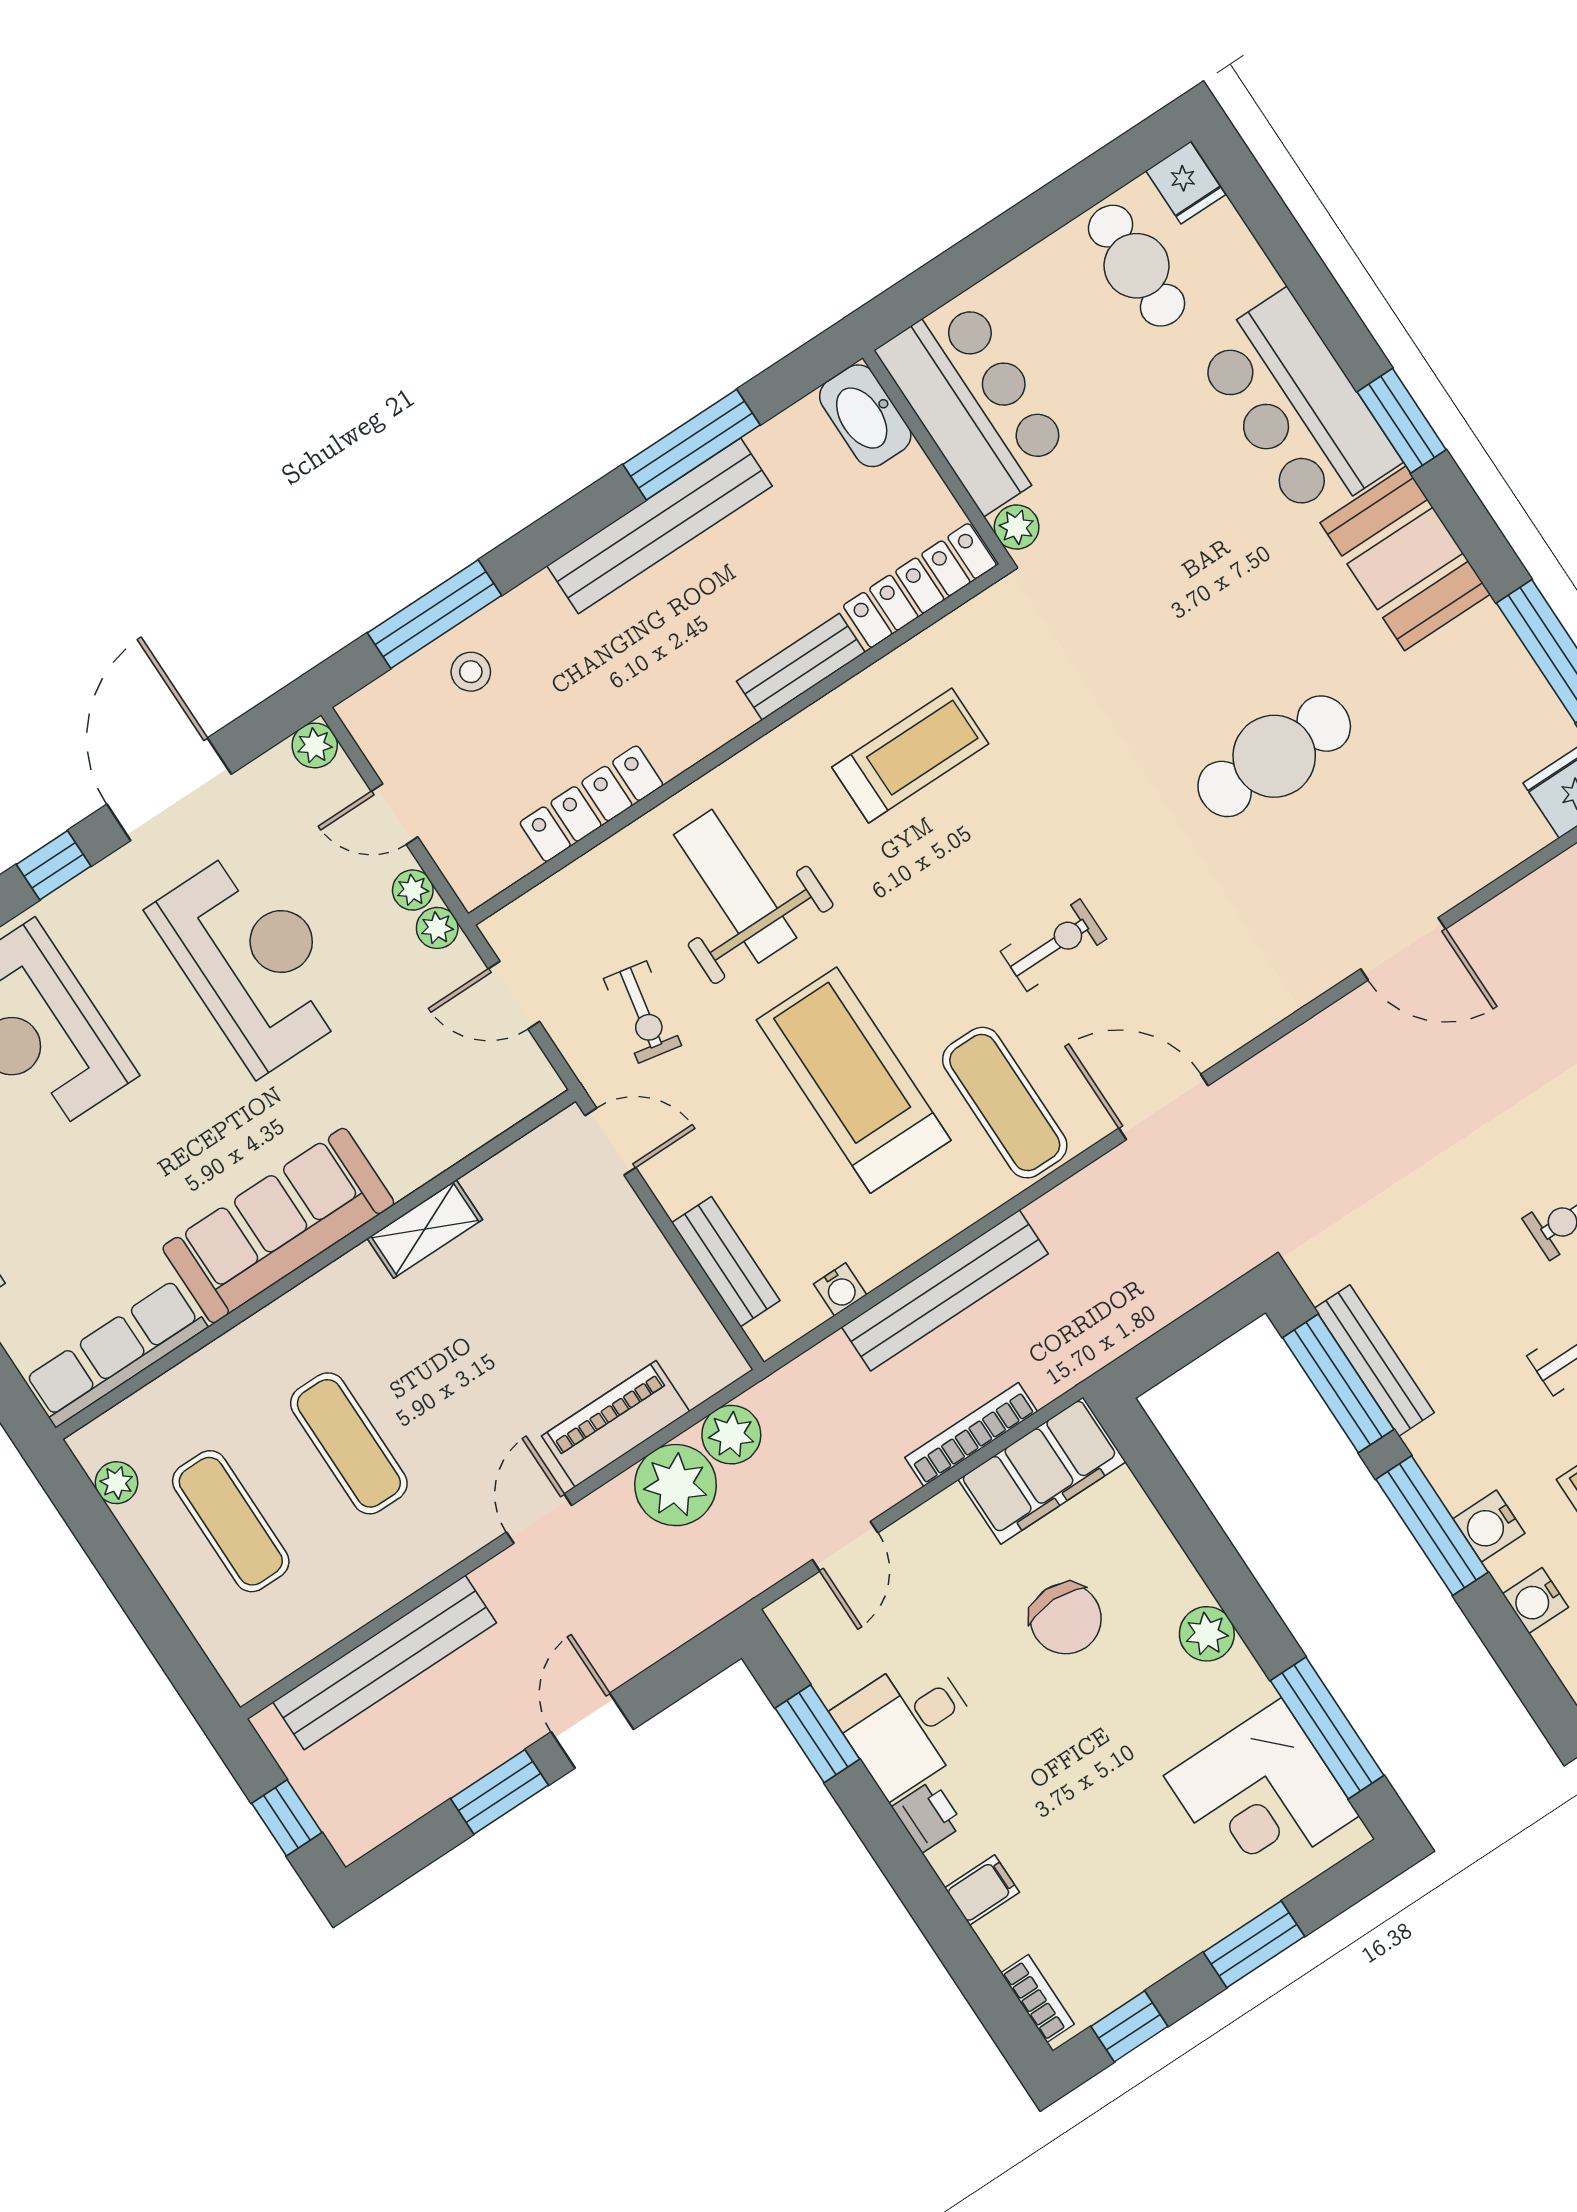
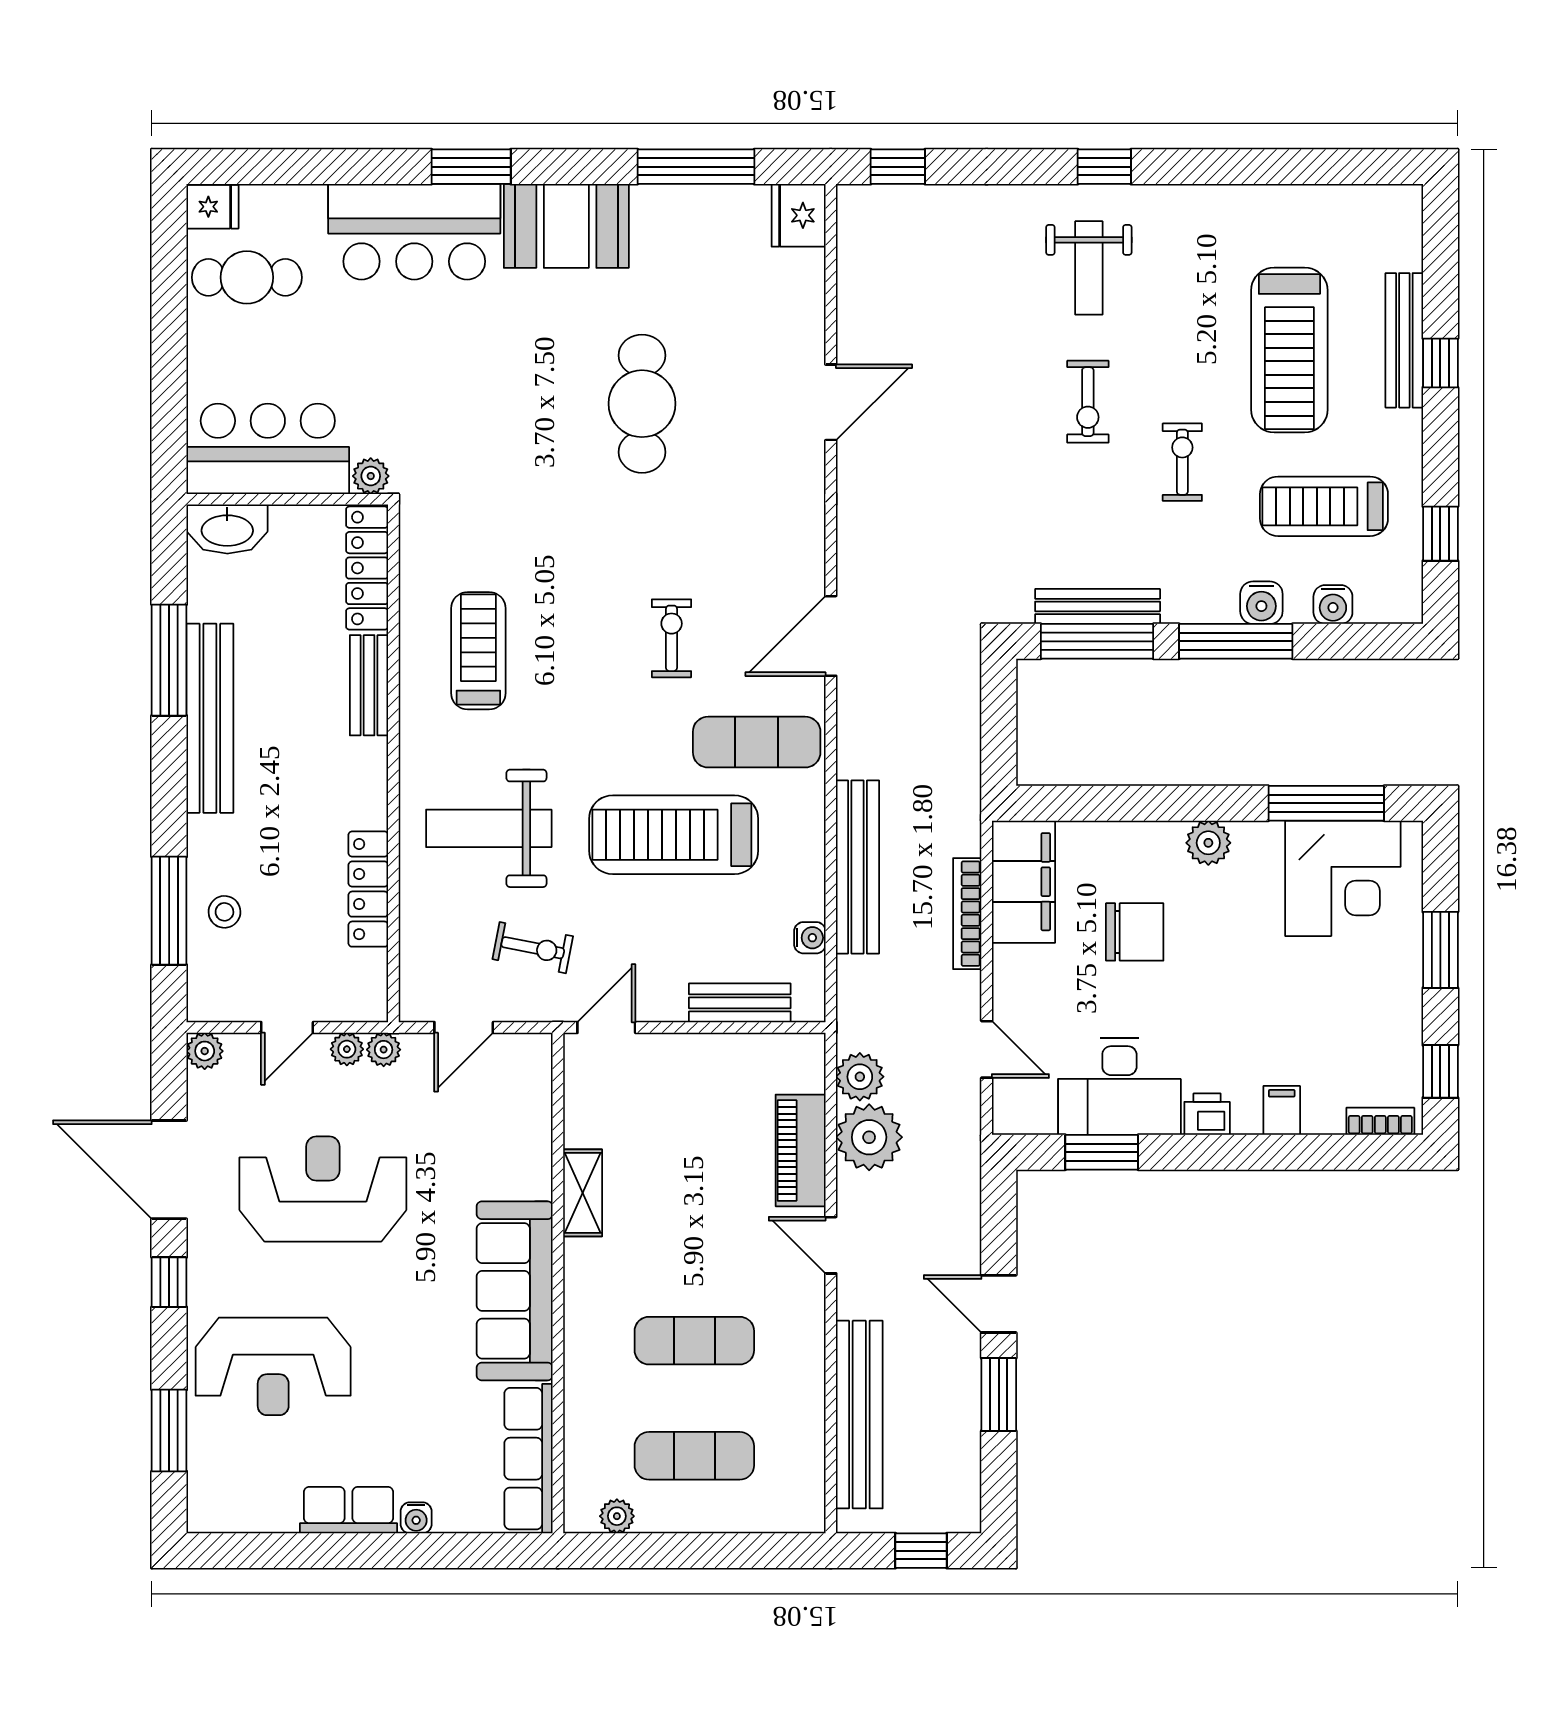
desk: (908, 1725) -> (1119, 1087), width x1.37

